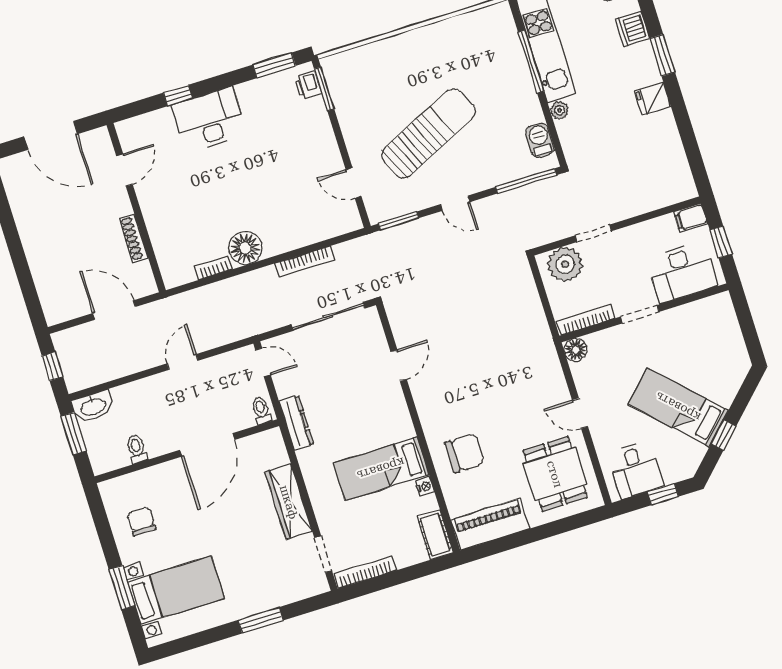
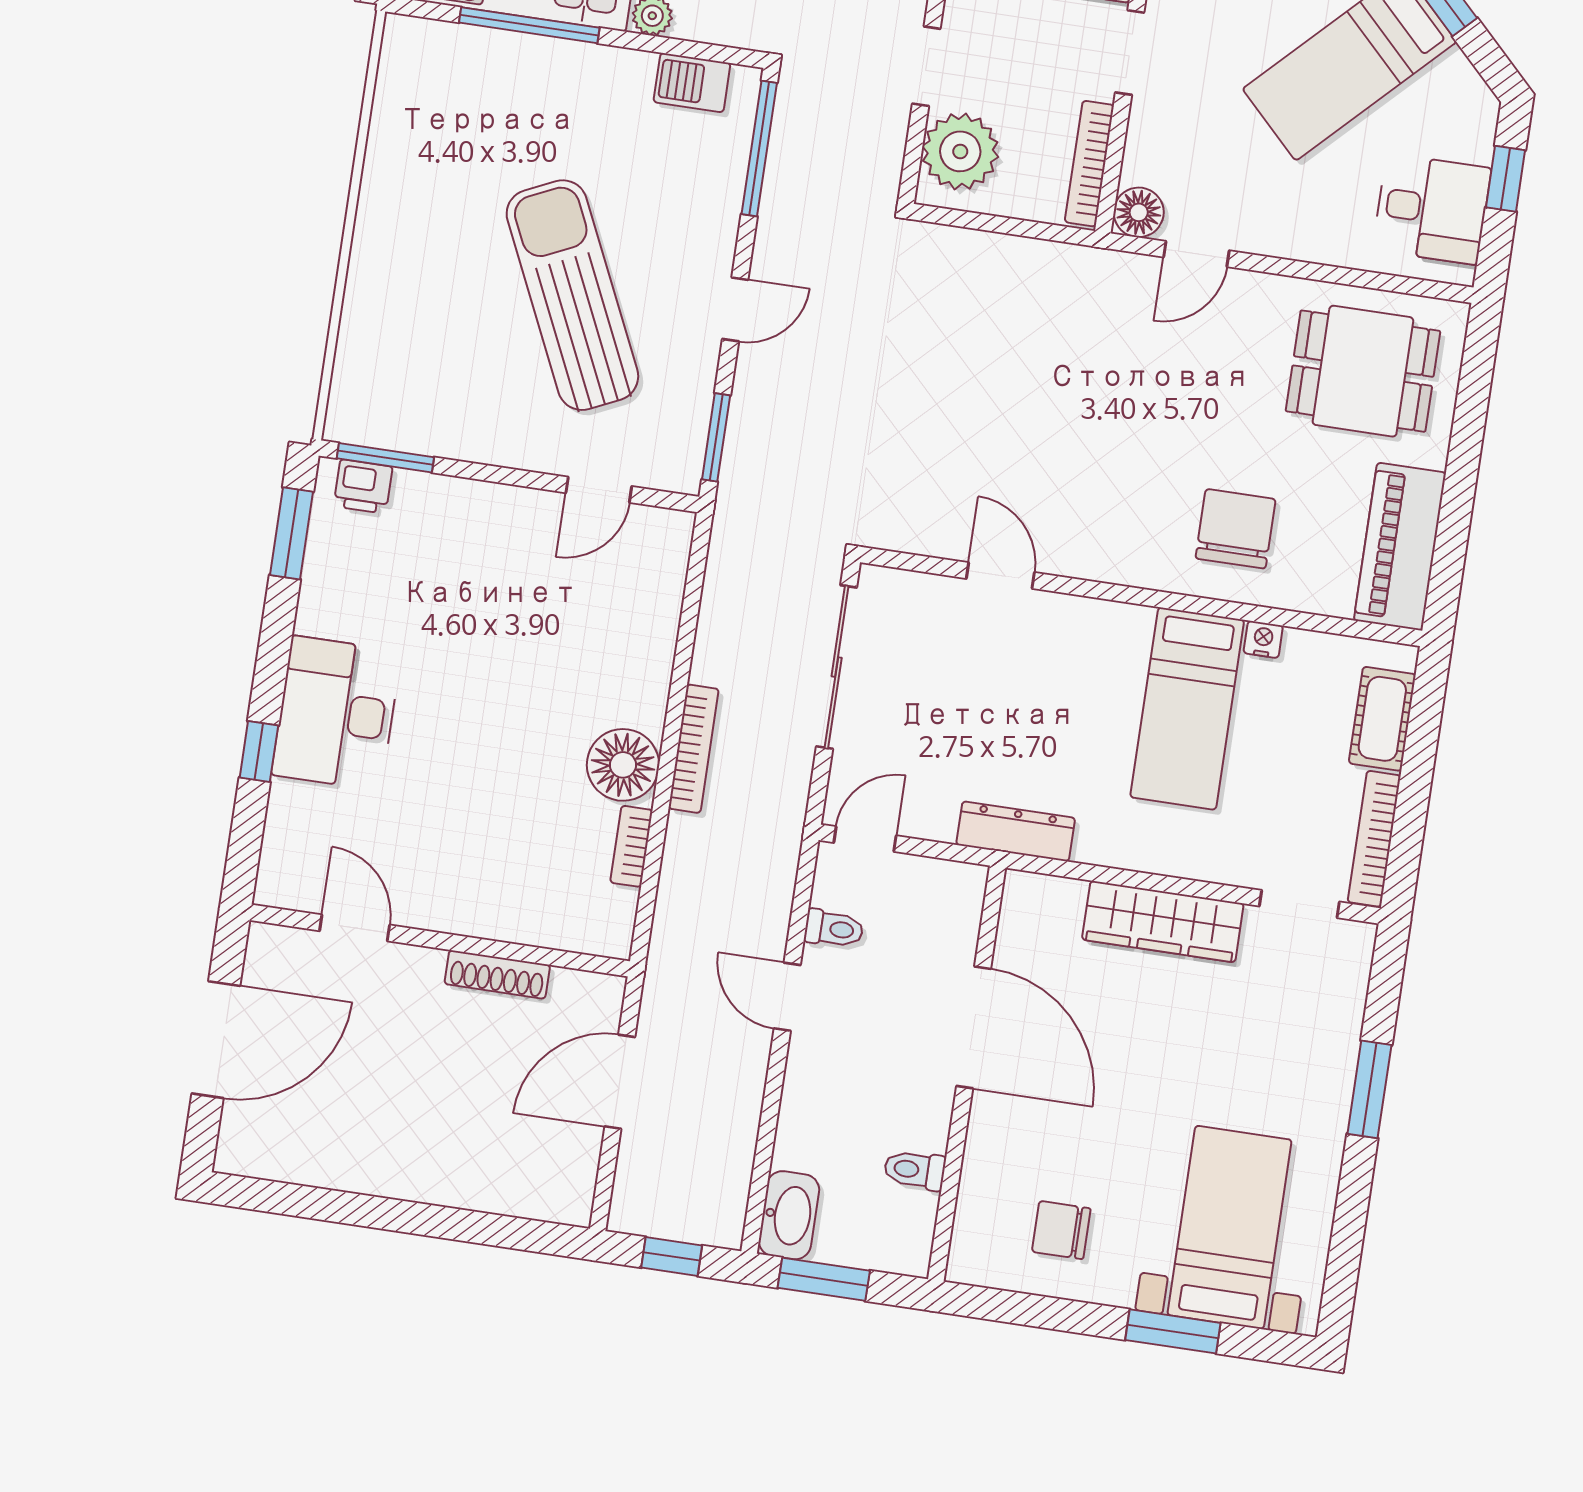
bookcase: (305, 262) -> (694, 749), moved
toilet: (261, 411) -> (834, 929), moved, turned 180
door: (580, 413) -> (1196, 254), moved
cot: (435, 535) -> (1382, 719), moved, turned 90

